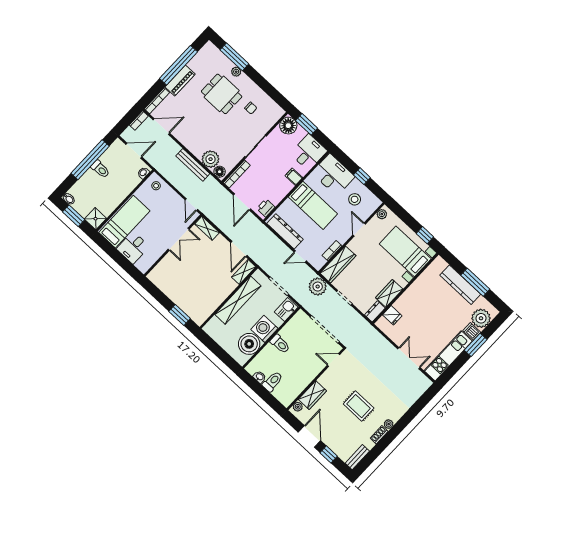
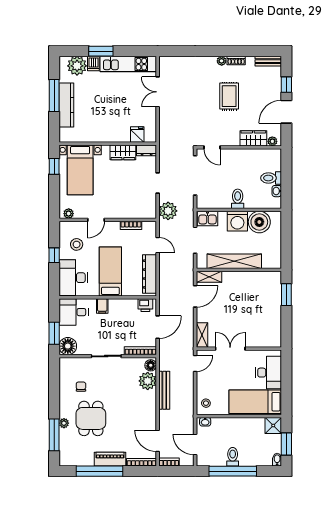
desk: (133, 248) -> (269, 373), width x1.37
wardrobe: (338, 264) -> (137, 211), removed

